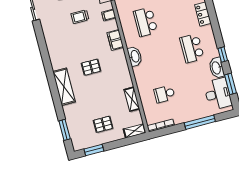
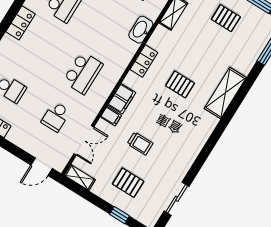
filing cabinet: (115, 40) -> (122, 99), moved
washbasin: (135, 56) -> (141, 30), moved
locker: (121, 60) -> (144, 61), added

